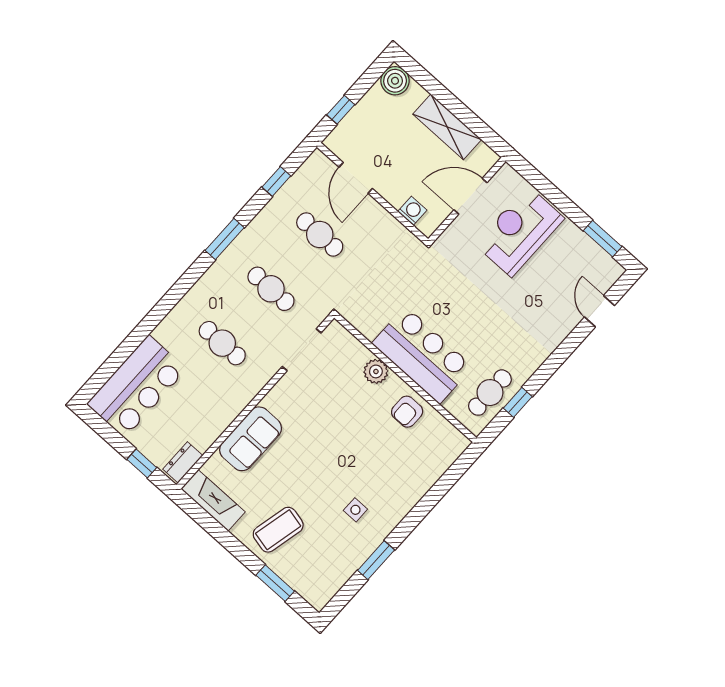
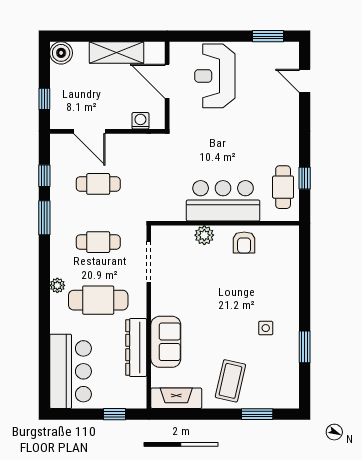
door: (470, 196) -> (167, 81), hinge flipped
window: (225, 239) -> (44, 218), moved
plant: (196, 295) -> (57, 285), added
cafe table: (222, 343) -> (98, 300), width x1.37, depth x1.35
dresser: (183, 462) -> (136, 348), moved, width x1.96, depth x1.24

